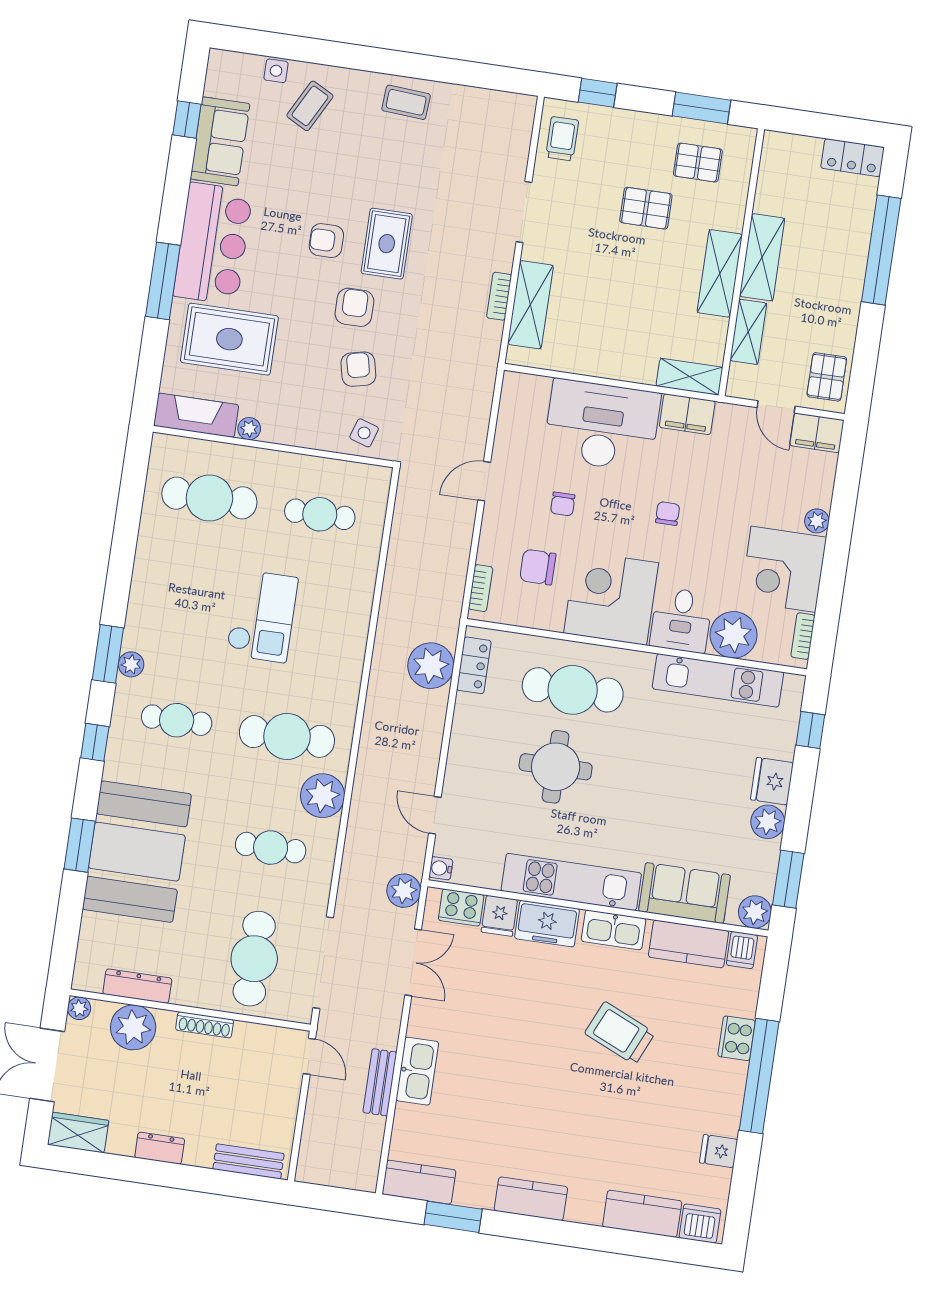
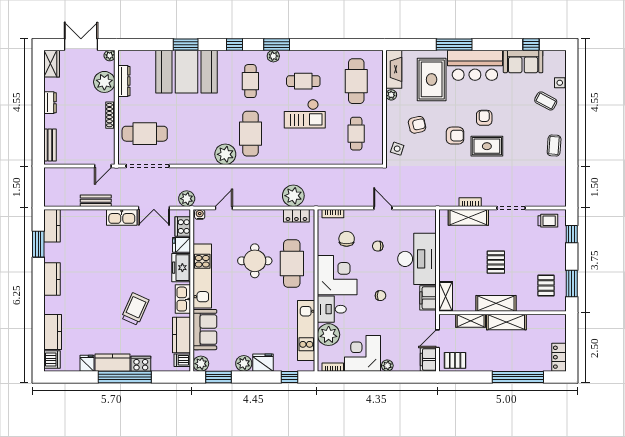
pallet: (646, 208) -> (496, 262), moved
armchair: (358, 369) -> (417, 125), moved
cafe table: (271, 848) -> (303, 81), moved, turned 90
kitchen sink: (417, 1071) -> (122, 217), moved
kitchen counter: (725, 1097) -> (112, 363), added

